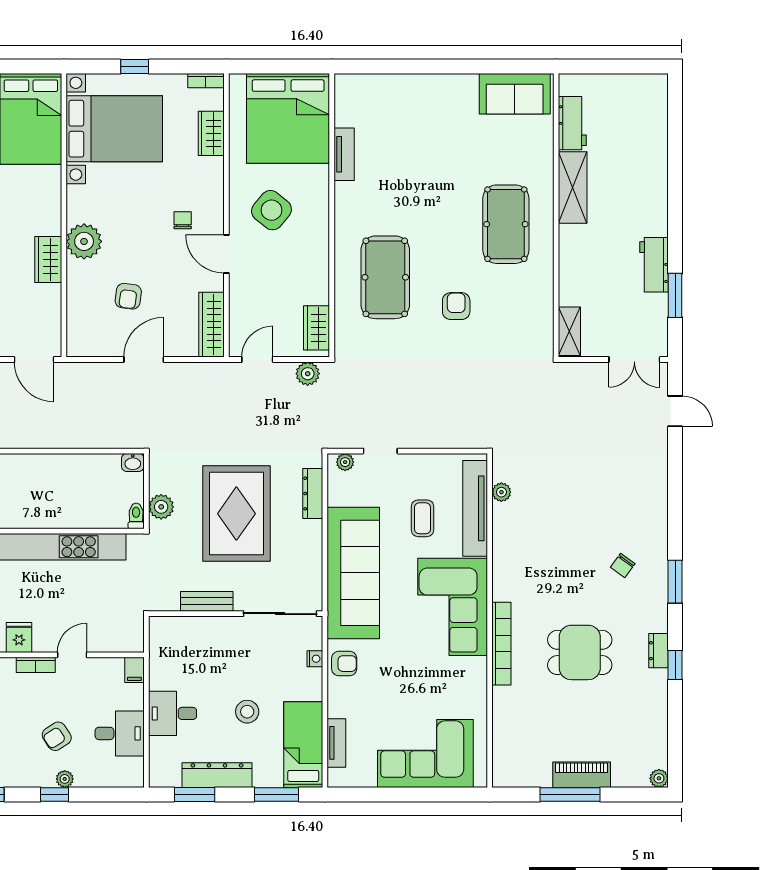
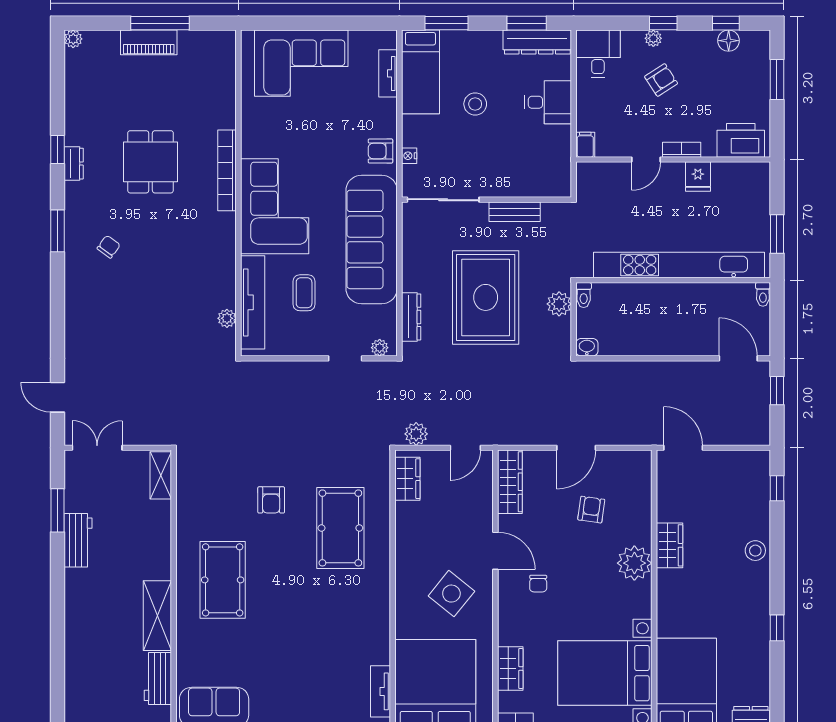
tv unit: (344, 154) -> (381, 691), moved
dining table: (580, 652) -> (151, 162), turned 90
desk: (120, 733) -> (598, 54), moved, turned 90
dresser: (217, 775) -> (537, 42), moved

